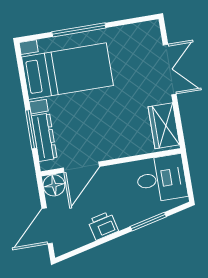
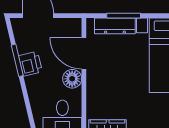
floor lamp: (54, 185) -> (72, 79), moved
window: (148, 222) -> (17, 60), moved

